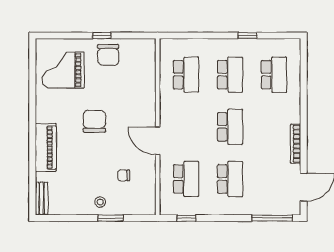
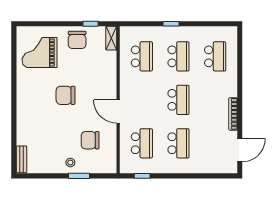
window: (102, 36) -> (91, 24), moved
window: (247, 36) -> (171, 24), moved
shelving: (149, 53) -> (111, 38), added
chair: (94, 121) -> (66, 95), turned -90
piano: (46, 148) -> (25, 117), removed
chair: (124, 175) -> (90, 140), width x1.87, depth x1.87
window: (272, 218) -> (214, 176), removed

